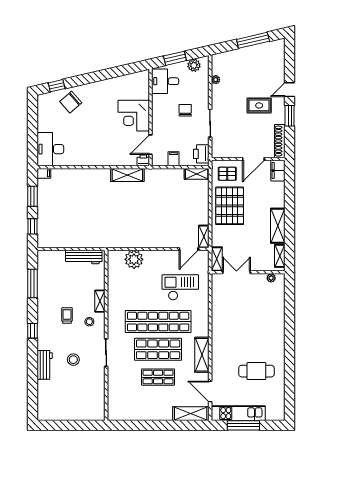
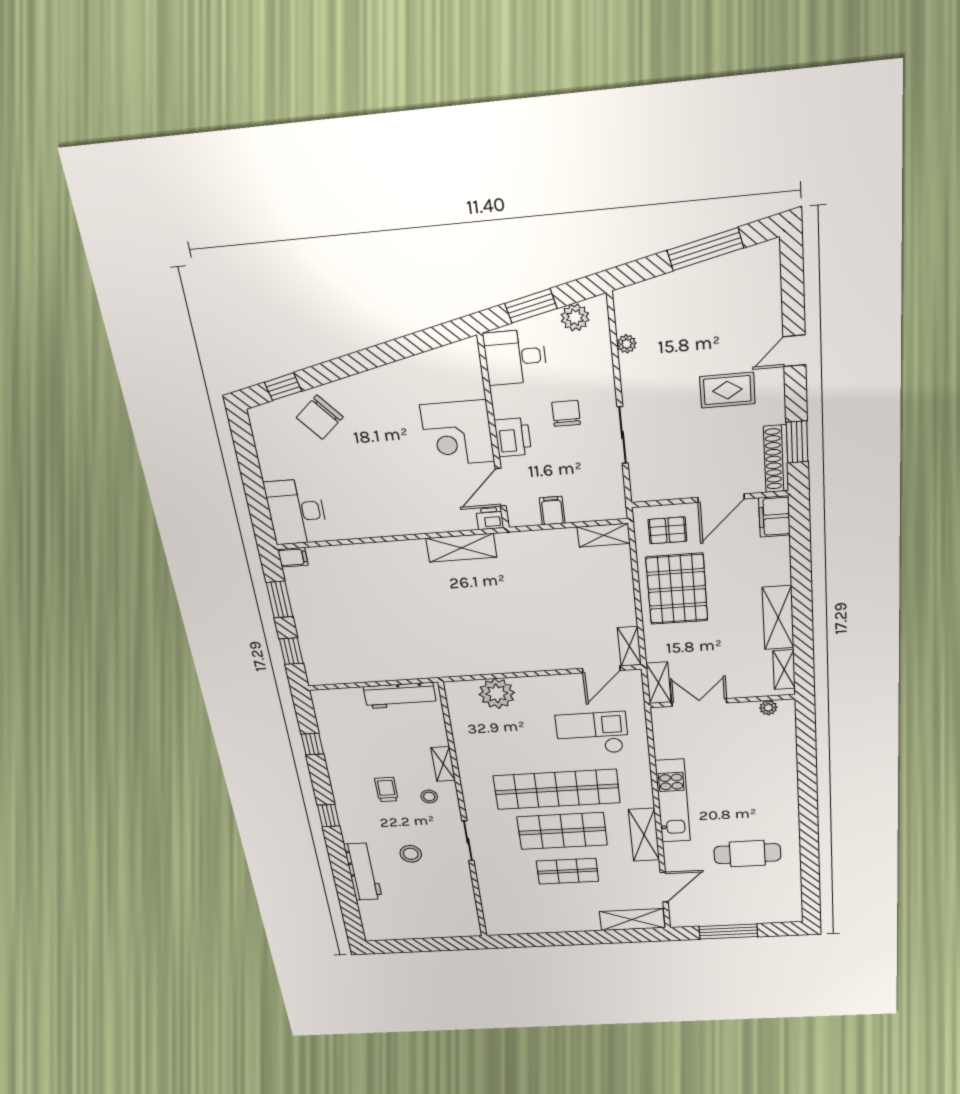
window: (290, 116) -> (797, 442), moved
printer: (201, 154) -> (513, 437), moved, turned 180
window: (32, 284) -> (312, 744), width x0.46
workbench: (45, 365) -> (363, 872), width x1.37
door: (210, 391) -> (664, 887), swing flipped
kitchen unit: (238, 413) -> (673, 801), moved, turned 90

